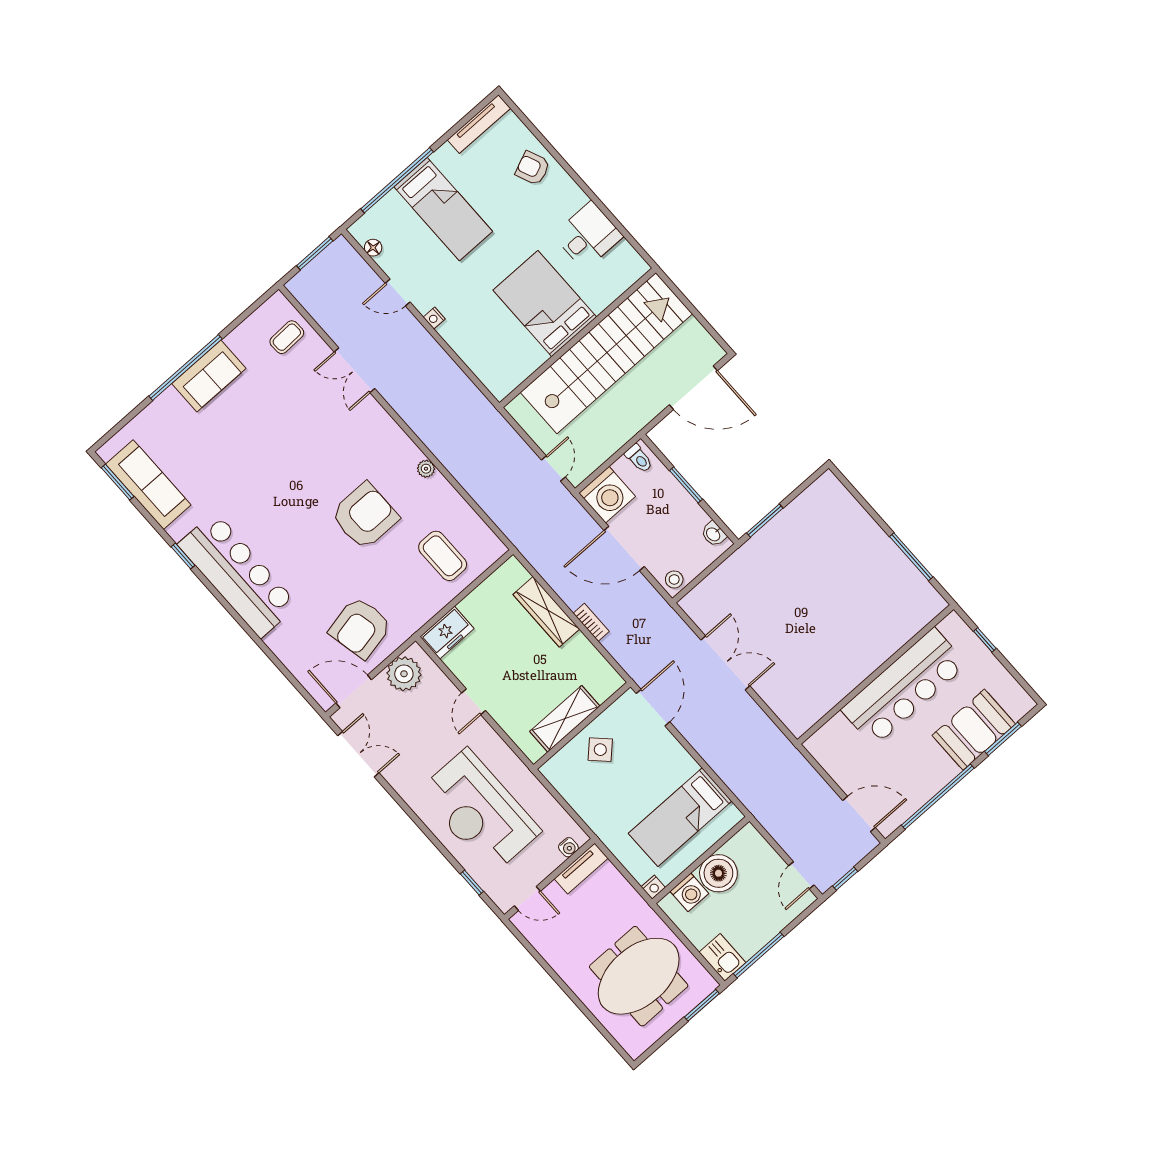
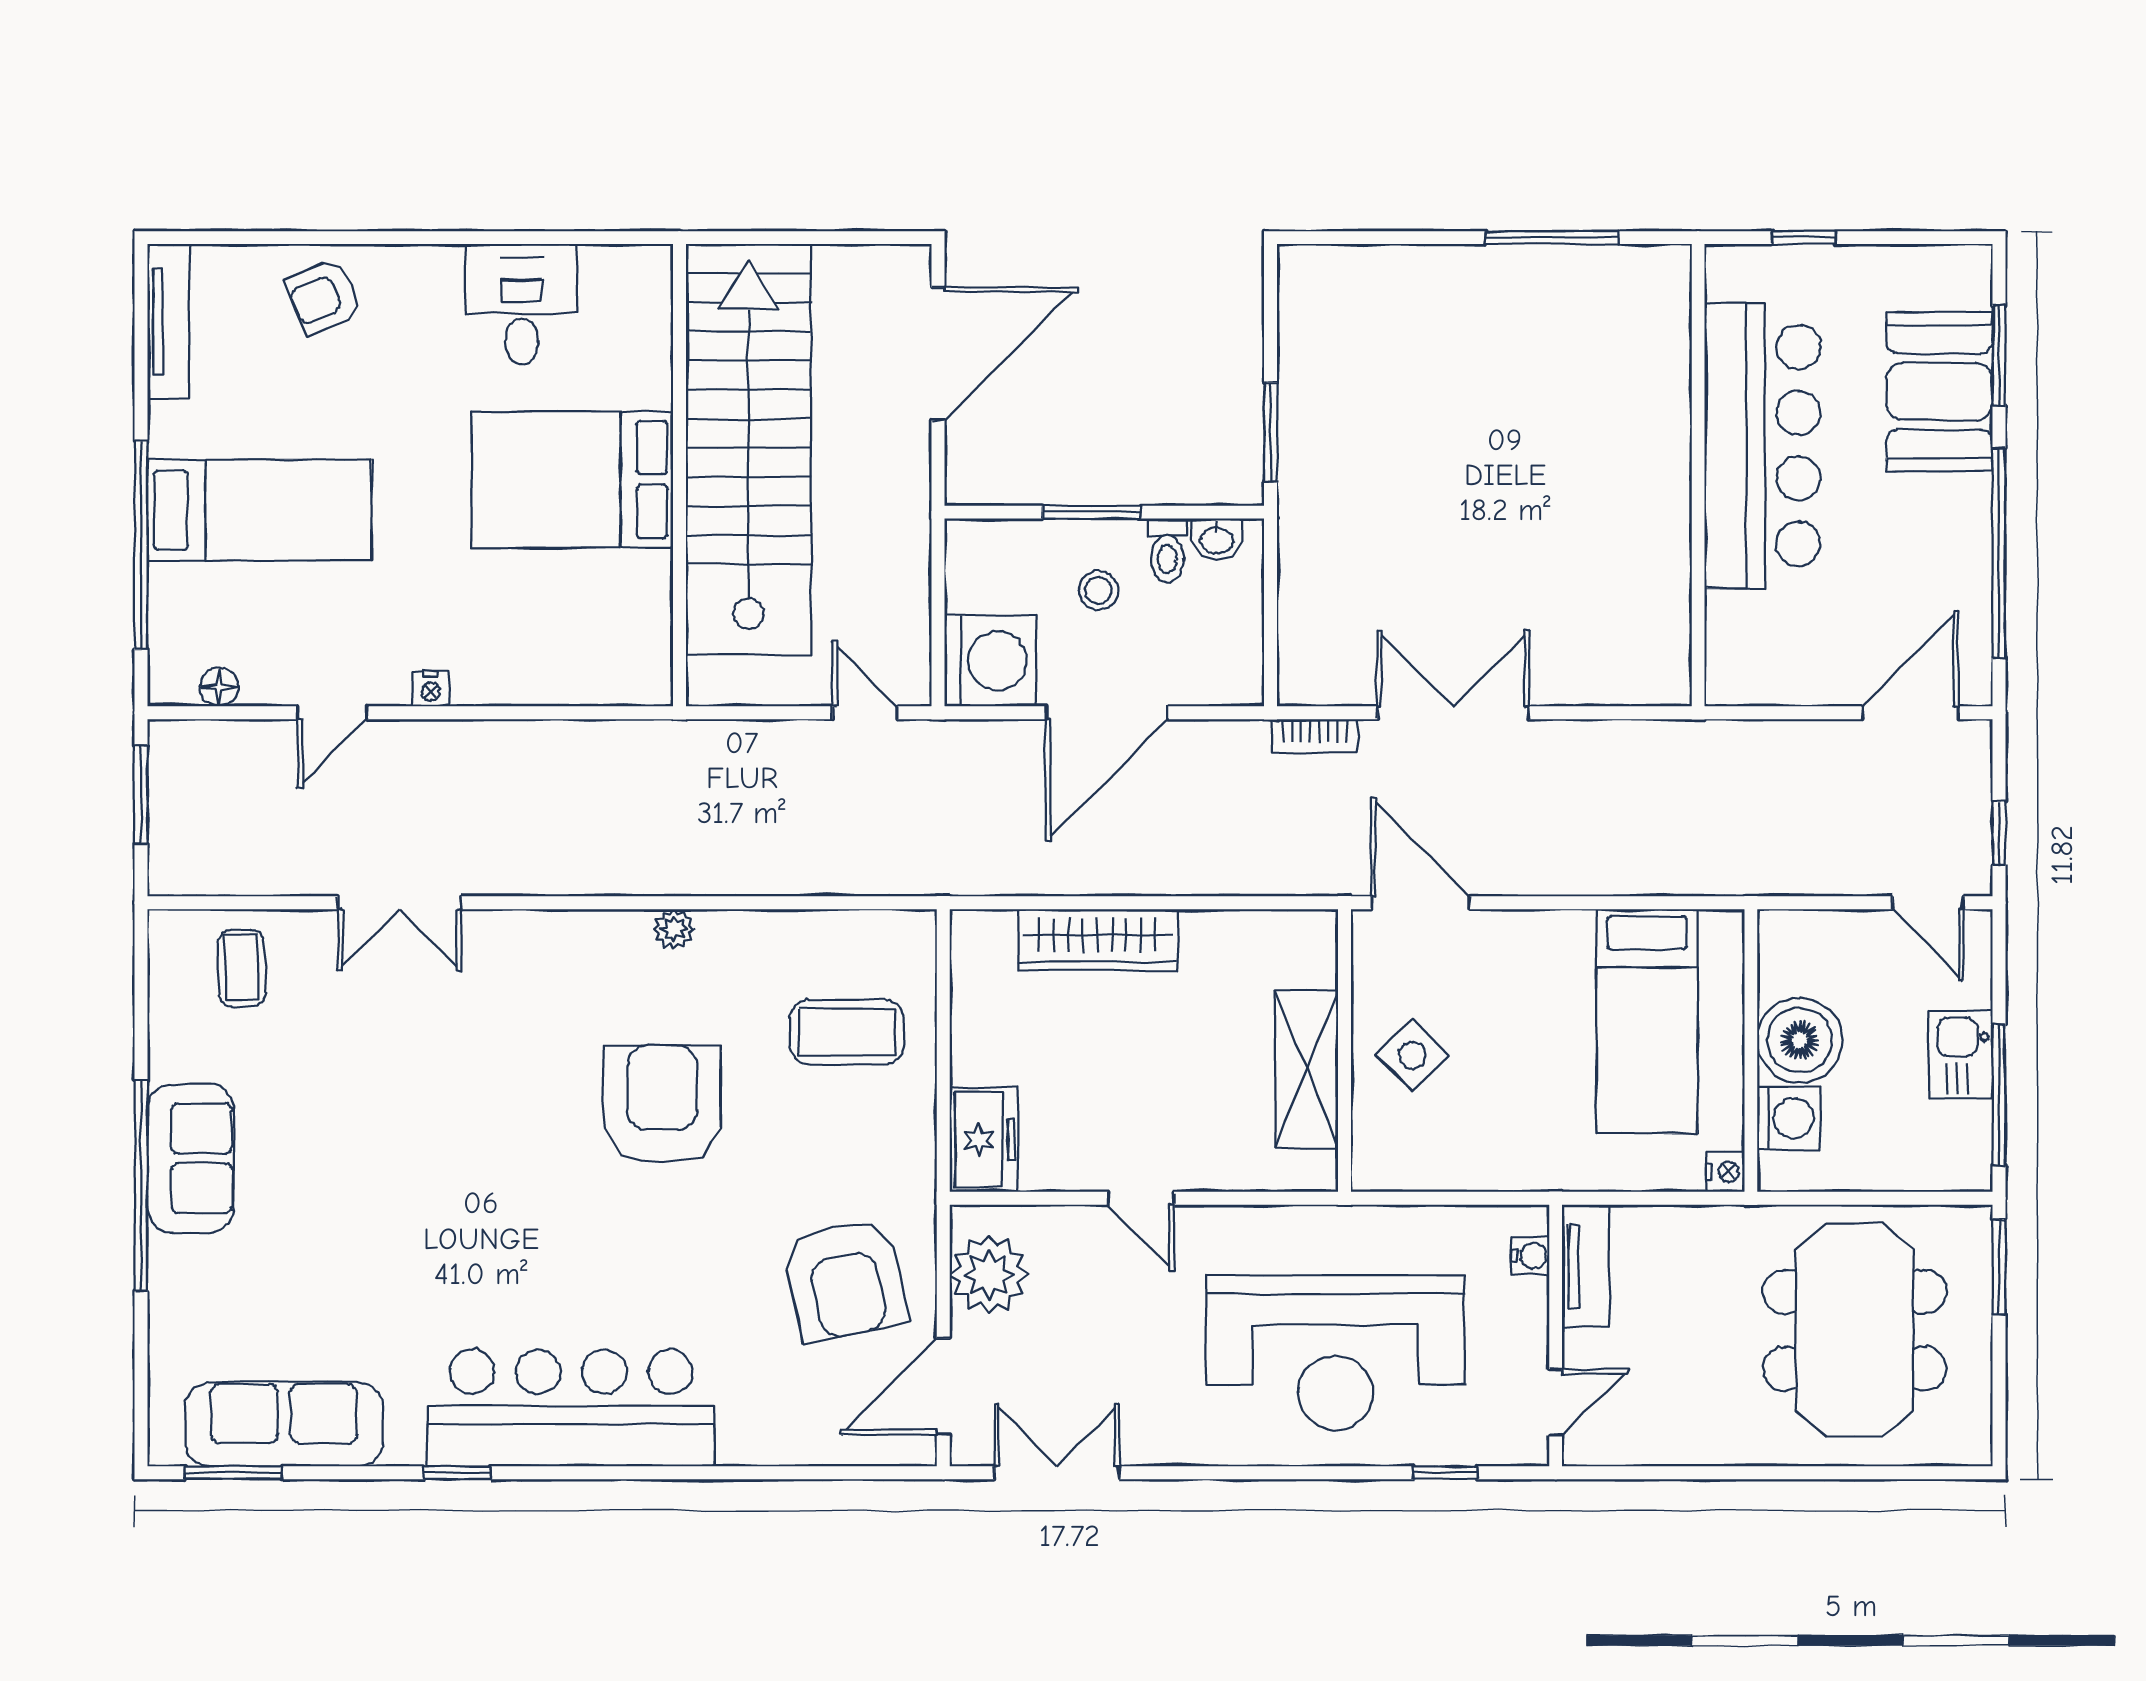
toilet: (639, 458) -> (1167, 550), moved, turned 90
stool: (674, 579) -> (1098, 590), moved
bookcase: (591, 622) -> (1315, 736), moved, turned 180
kitchen sink: (722, 957) -> (1961, 1055), moved, turned -90

